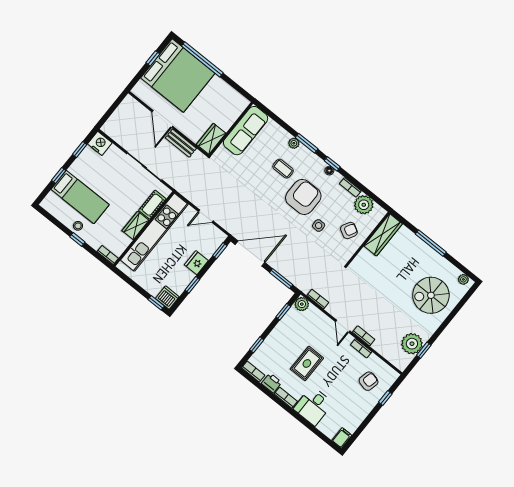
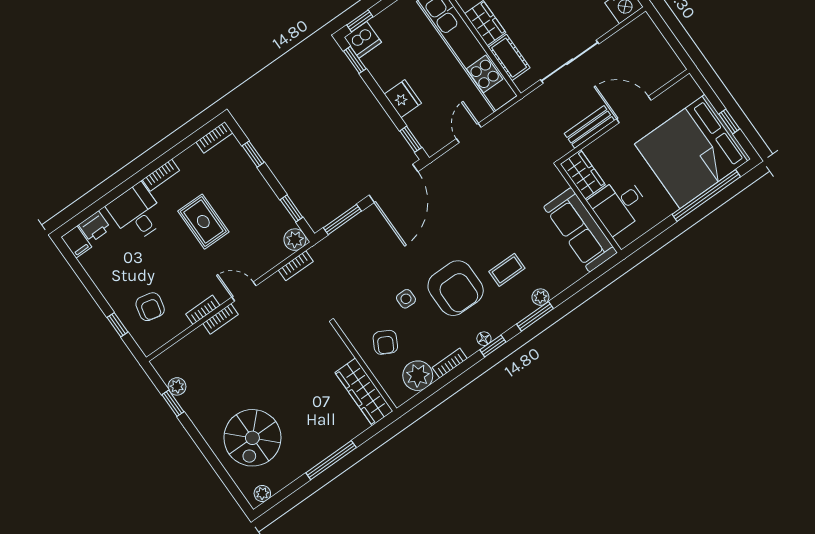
desk: (224, 111) -> (619, 205), added
window: (192, 285) -> (355, 60), moved
spiral stairs: (431, 295) -> (252, 438), turned 180
plant: (412, 344) -> (177, 386), width x0.53, depth x0.53
printer: (272, 383) -> (95, 227), moved

